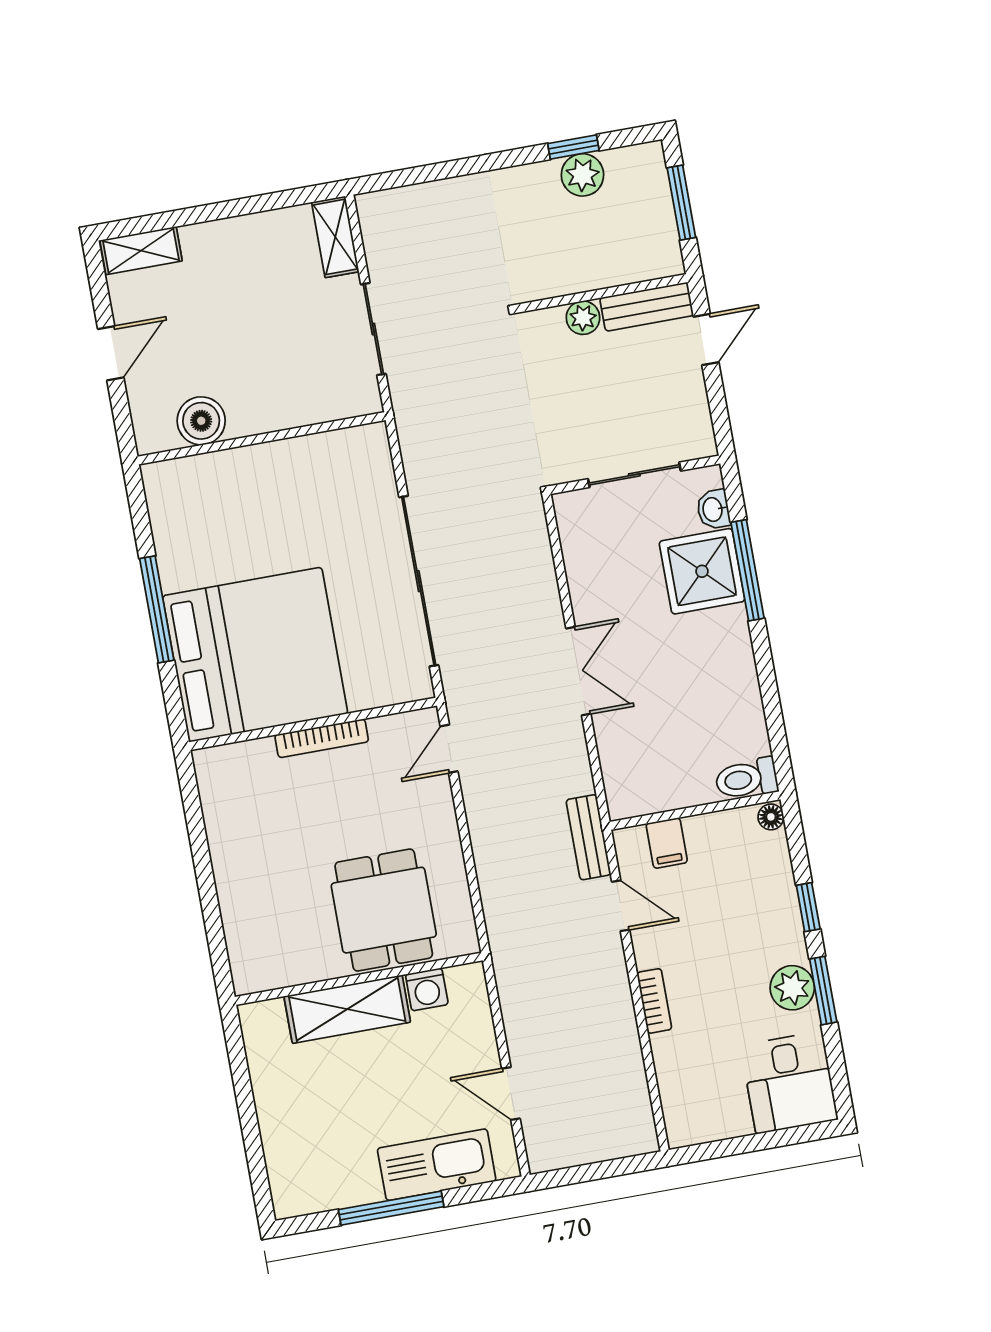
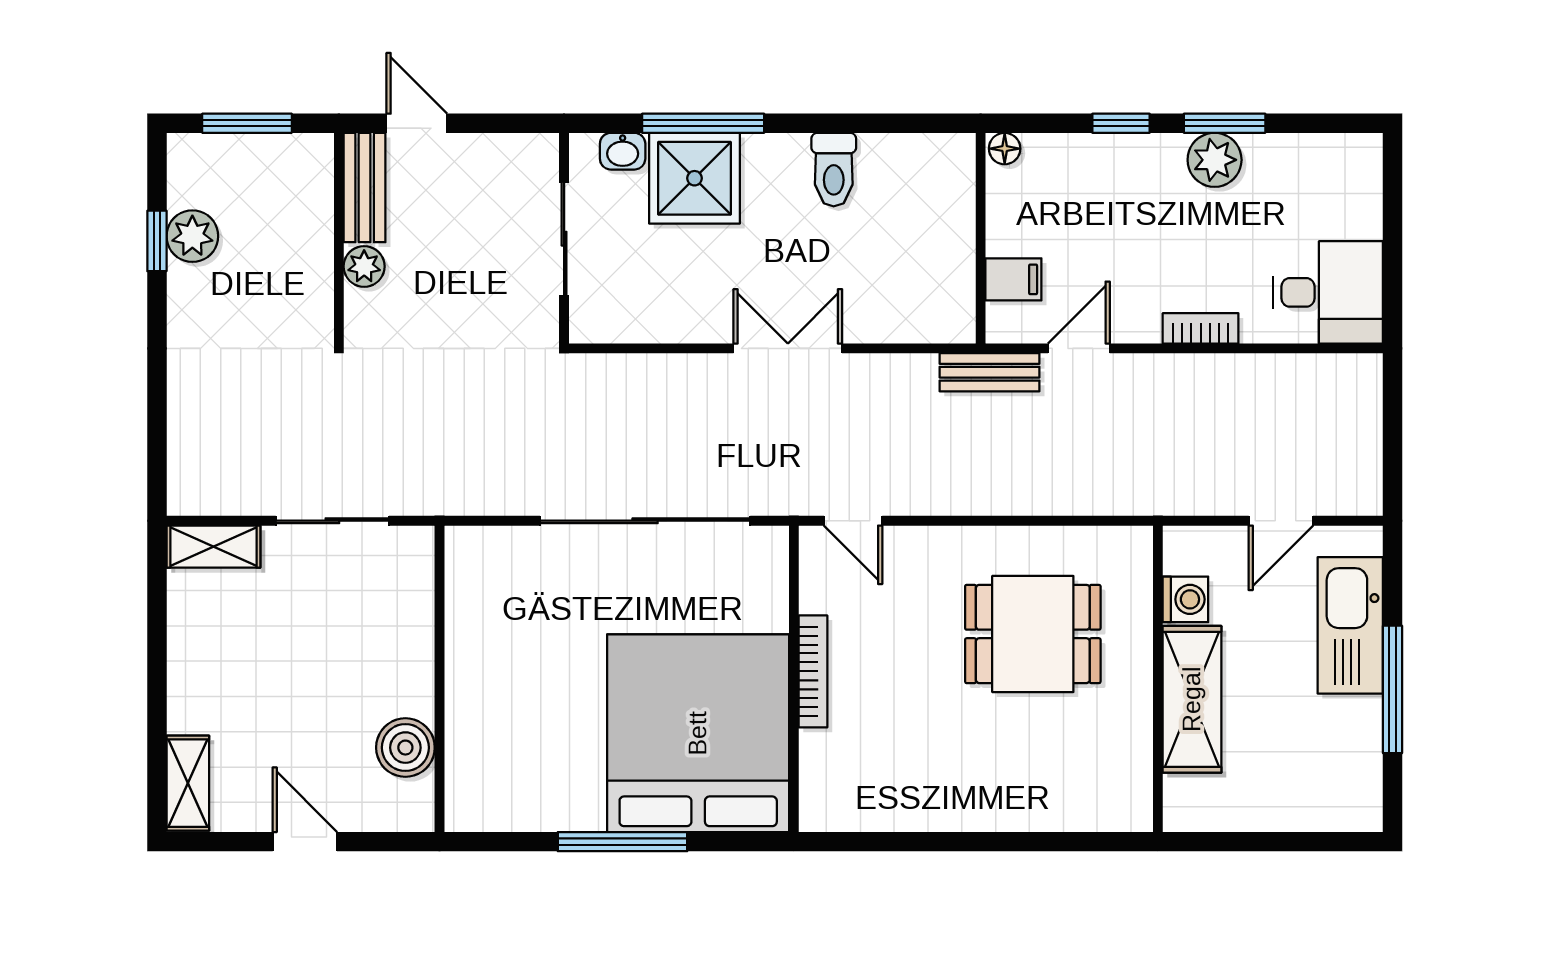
toilet: (747, 779) -> (834, 170), moved
wall: (359, 979) -> (1158, 679), moved
washing machine: (427, 989) -> (1185, 599), moved
shelving: (347, 1009) -> (1192, 699), moved
desk: (789, 1083) -> (1328, 292), moved

